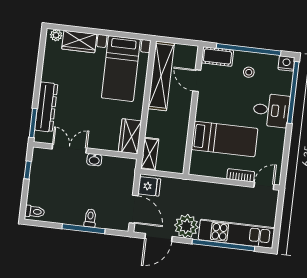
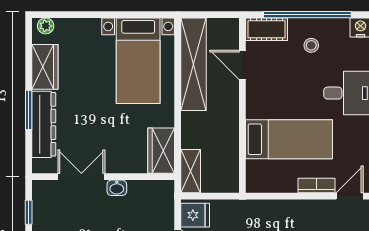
wardrobe: (79, 42) -> (45, 67), moved, turned -90
window: (33, 123) -> (29, 110), moved

